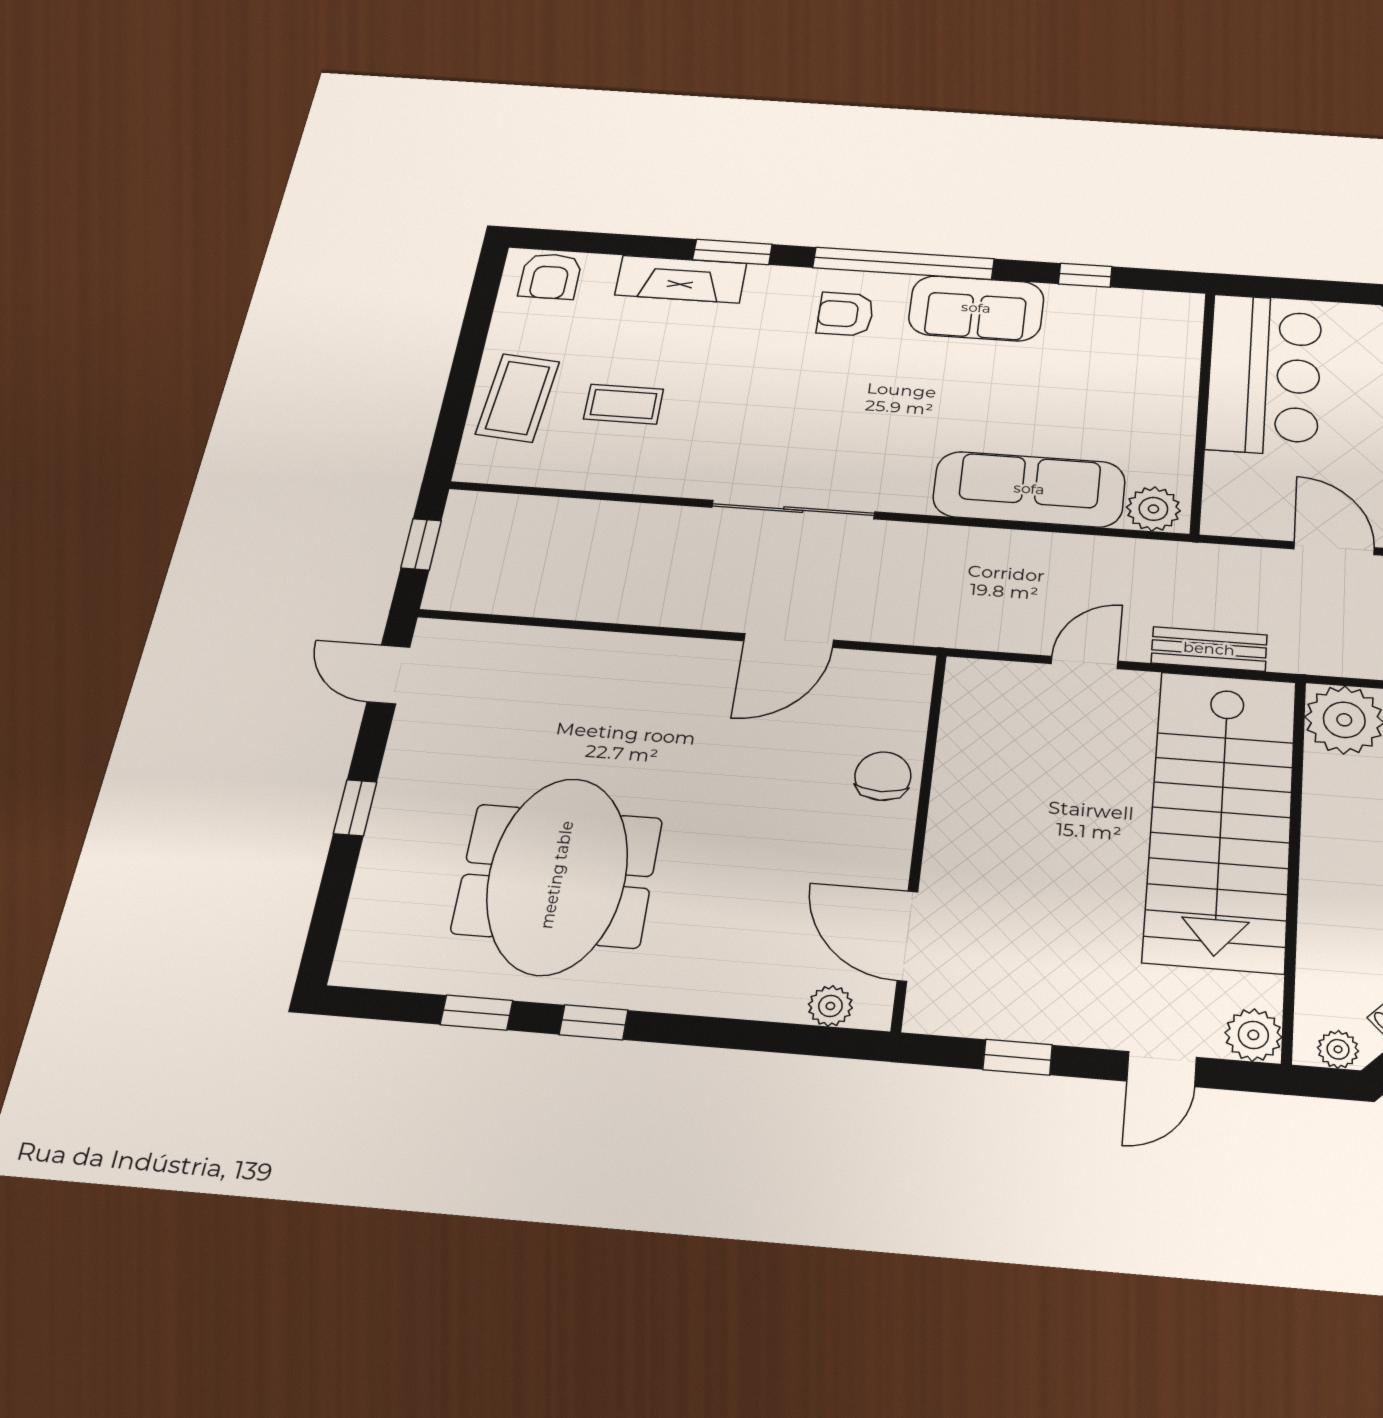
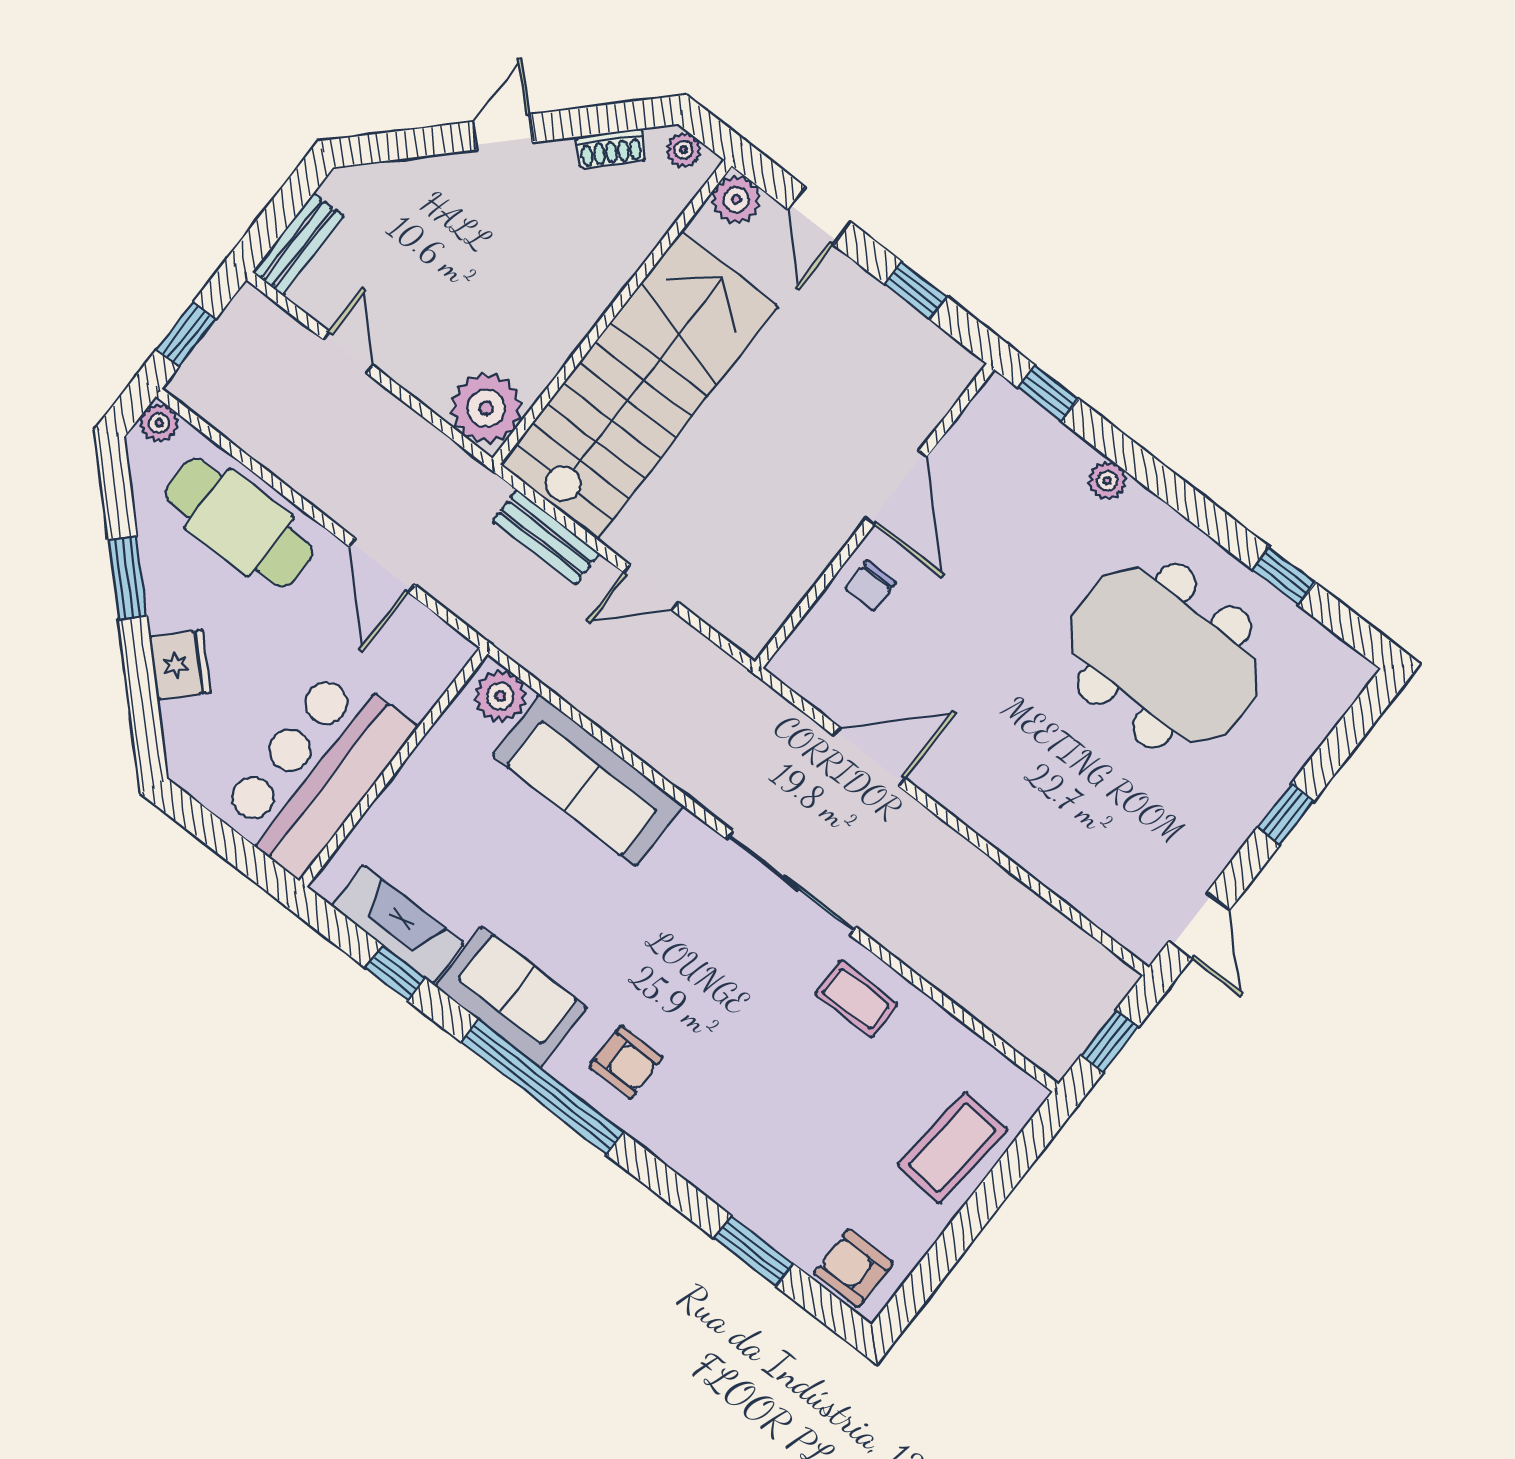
window: (732, 252) -> (754, 1251), moved
armchair: (550, 276) -> (853, 1268), turned -90
fireplace: (681, 279) -> (398, 924), moved
coffee table: (624, 404) -> (856, 999), moved
chair: (883, 776) -> (871, 586), width x0.73, depth x0.73
meeting table: (557, 875) -> (1164, 656), turned 90
door: (907, 936) -> (896, 488), moved
plant: (830, 1006) -> (1107, 481), moved
window: (594, 1022) -> (1048, 393), moved
door: (1162, 1069) -> (819, 216), swing flipped

